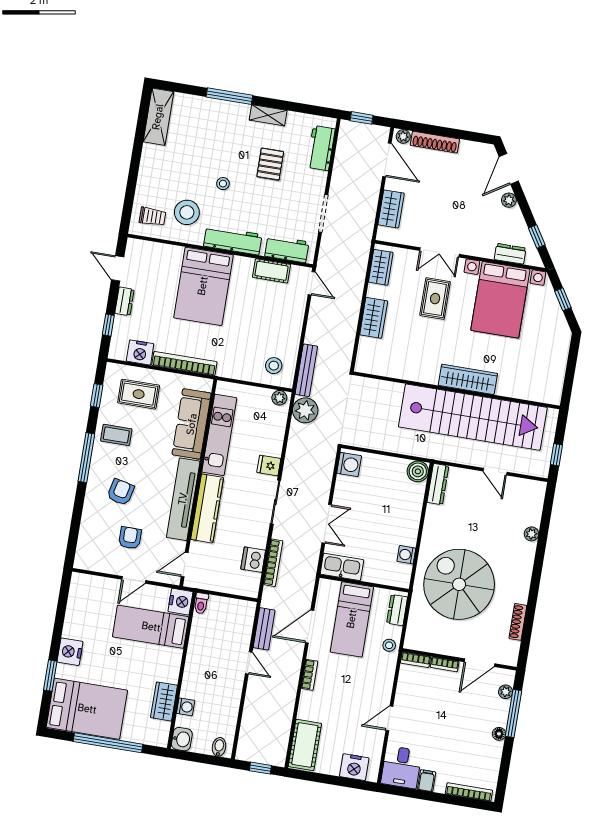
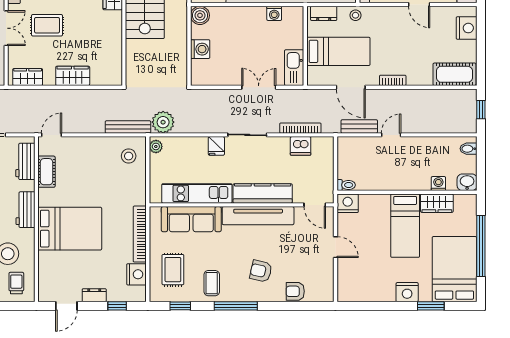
workbench: (233, 240) -> (25, 210), width x0.73
washing machine: (349, 464) -> (200, 49), moved, turned 90
armchair: (130, 538) -> (295, 291), moved
bed: (151, 627) -> (405, 226), moved

